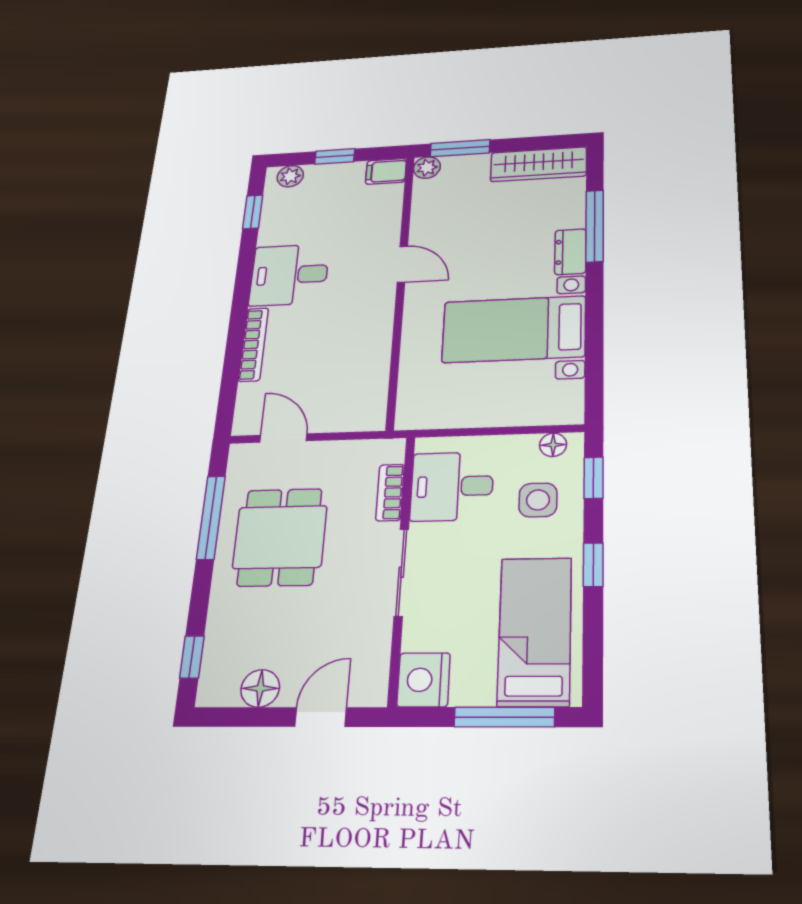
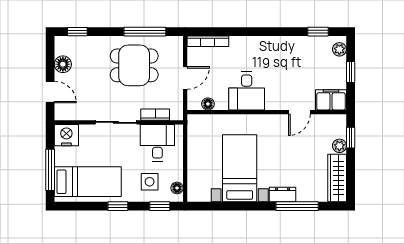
window: (460, 148) -> (351, 138), width x0.67
plant: (427, 168) -> (339, 146), moved
filing cabinet: (386, 171) -> (331, 100), width x2.00
door: (402, 264) -> (299, 112), moved
desk: (289, 275) -> (247, 91), moved, turned 180
bookcase: (253, 344) -> (208, 41), moved
floor lamp: (375, 392) -> (208, 104), added
door: (283, 438) -> (185, 78), moved

